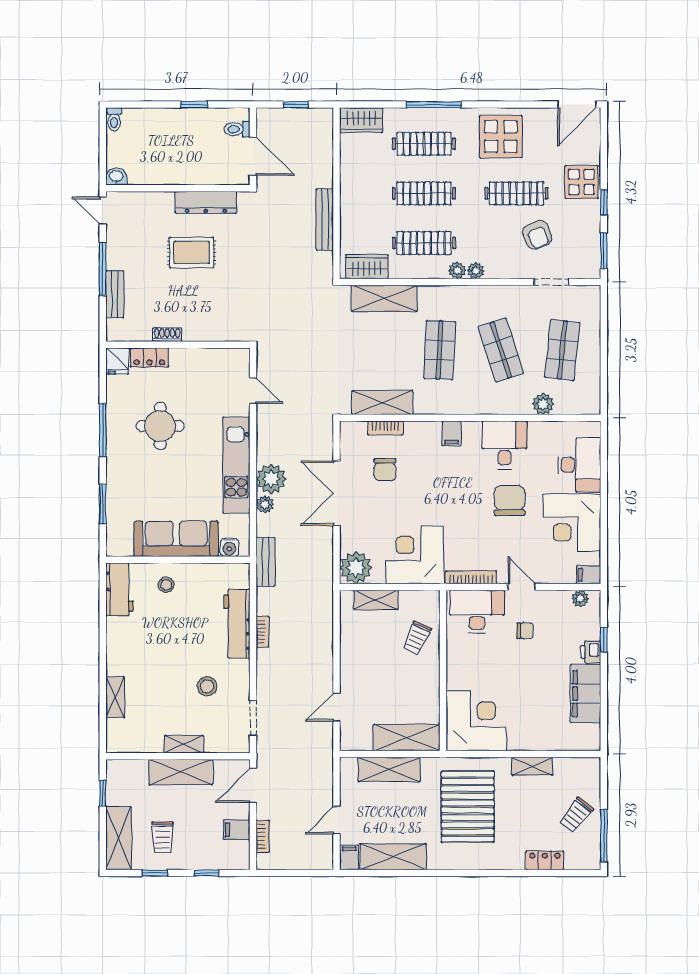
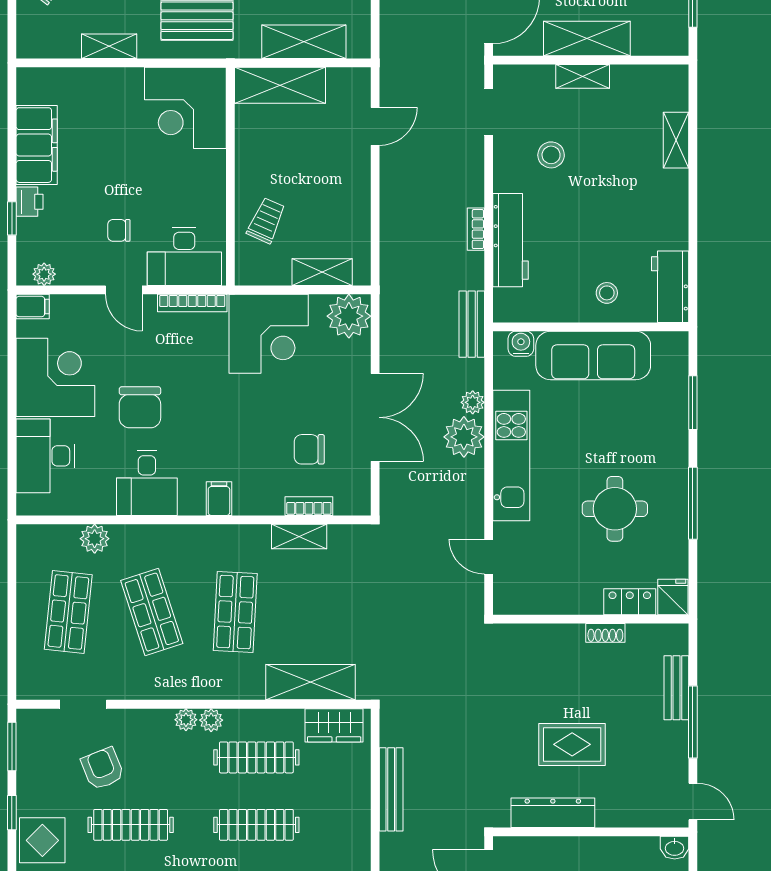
shelving: (382, 403) -> (299, 536), width x0.67, depth x0.75
chair: (385, 470) -> (309, 449), turned -90

